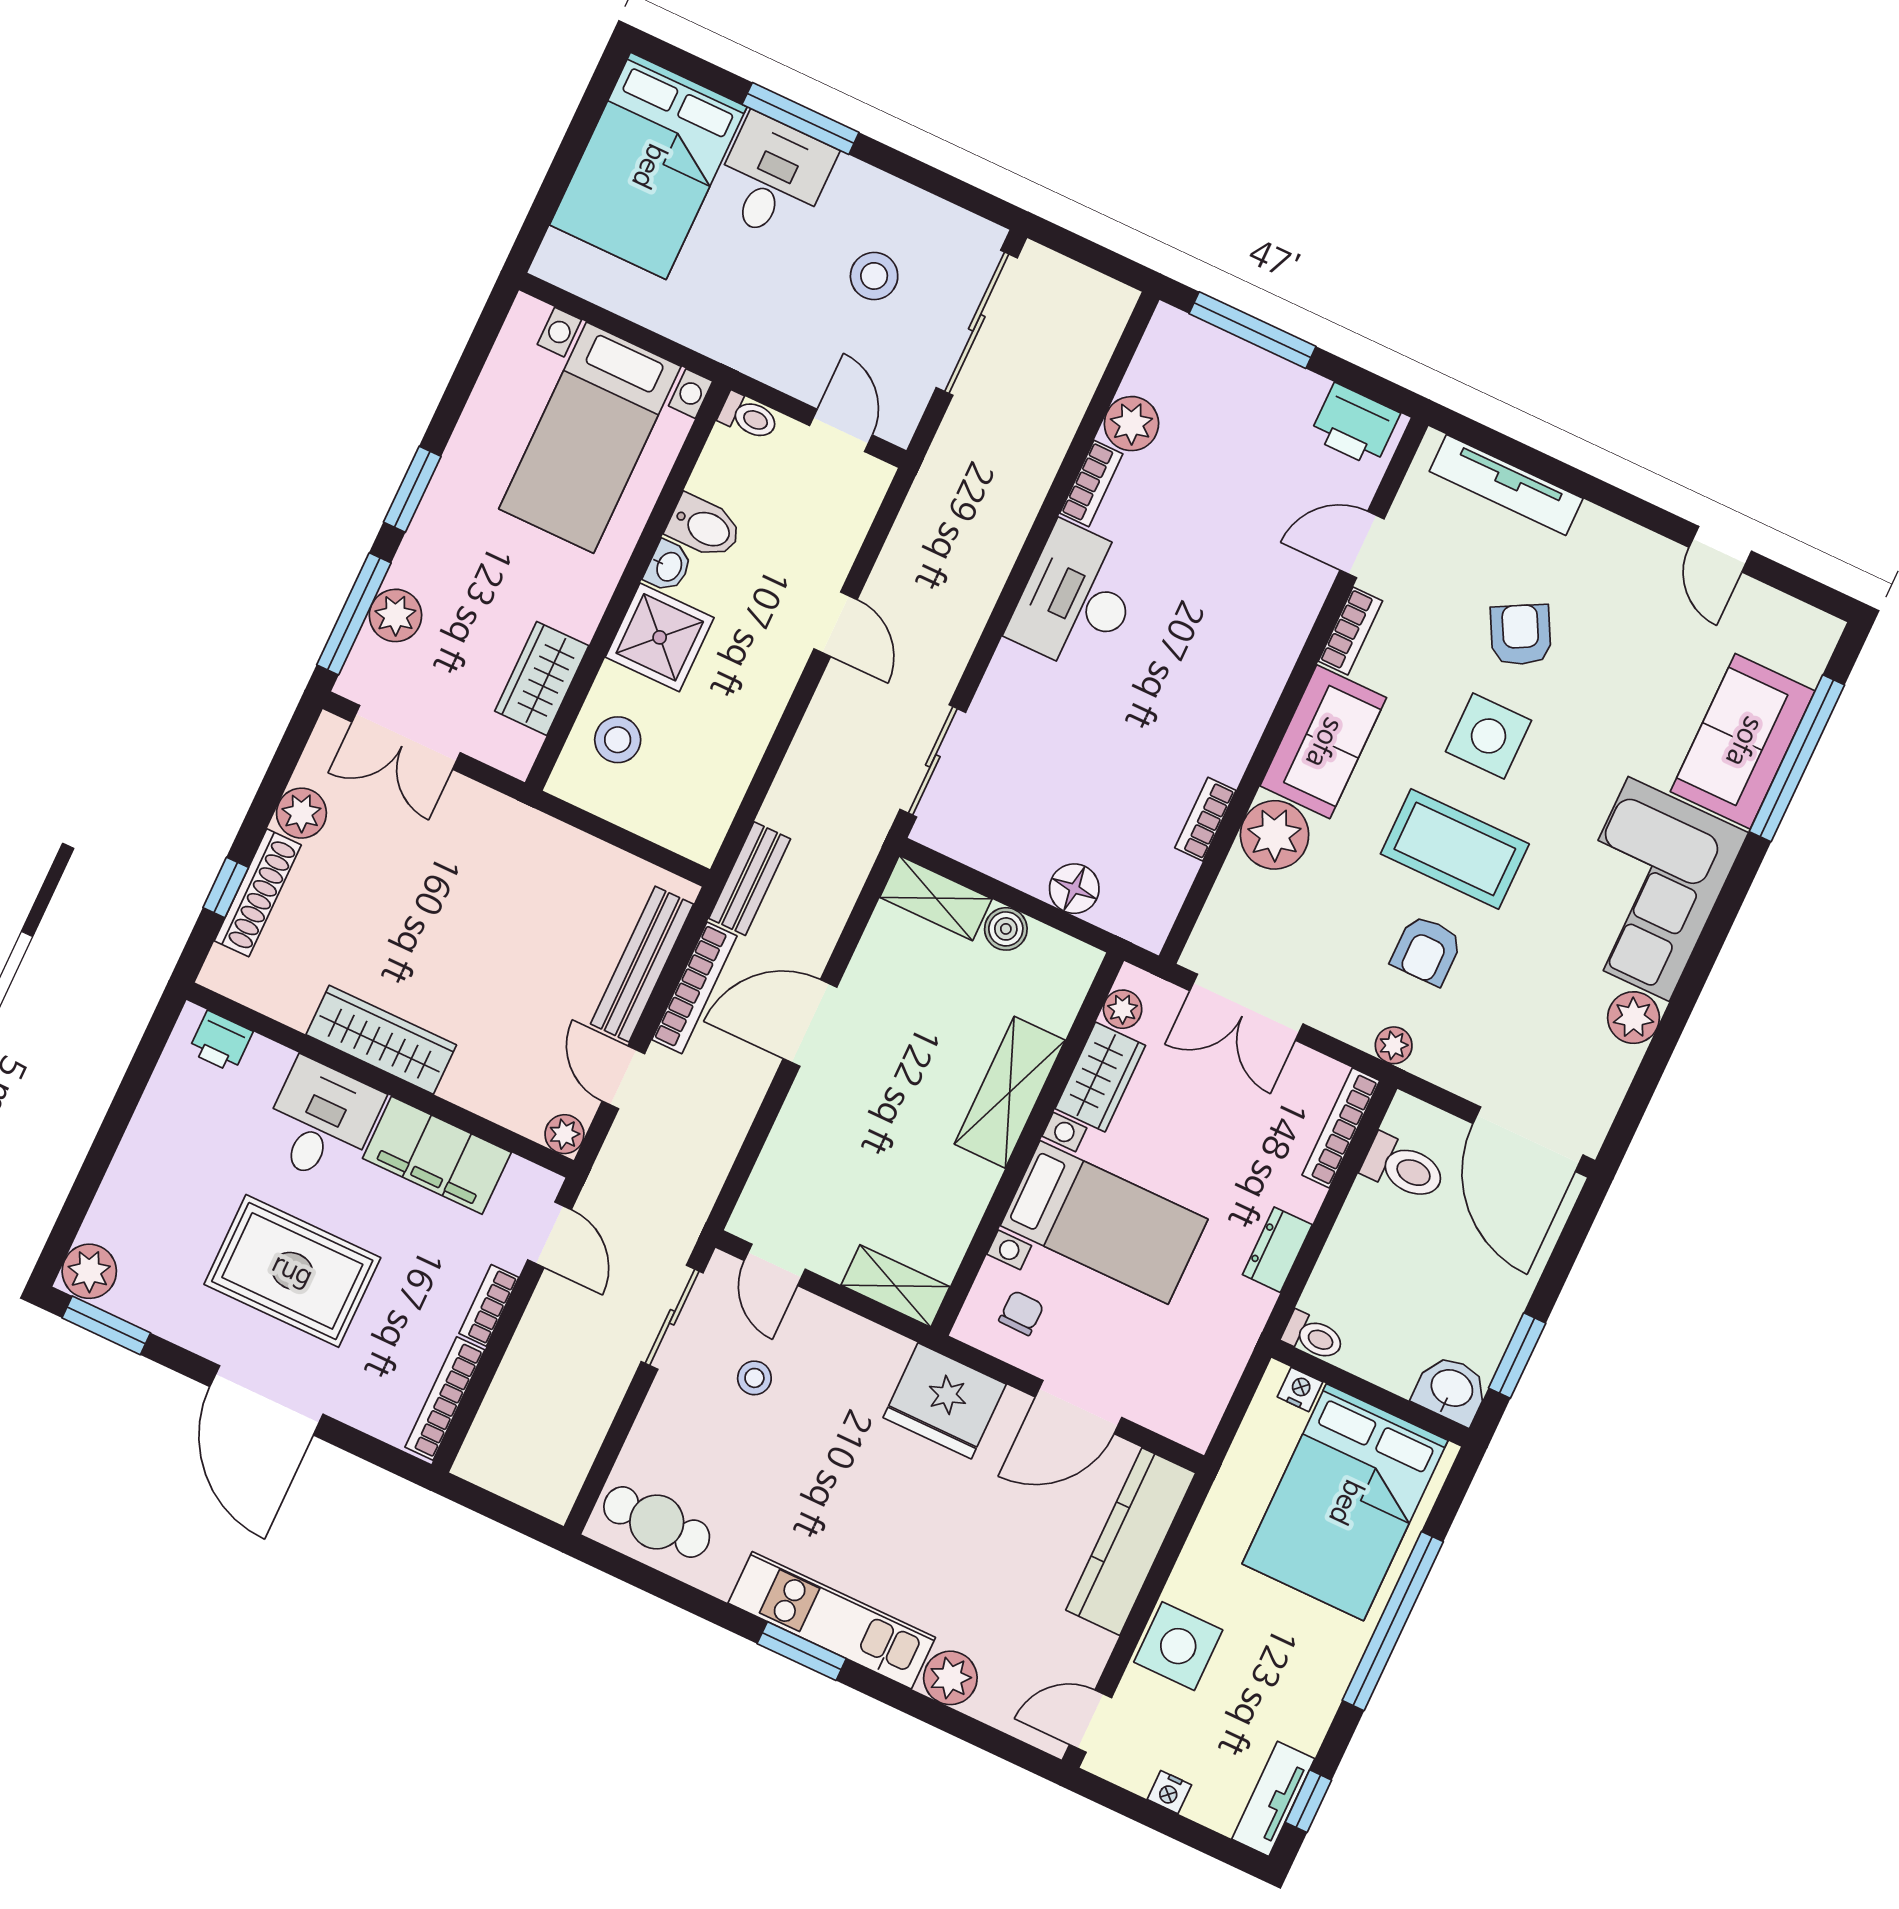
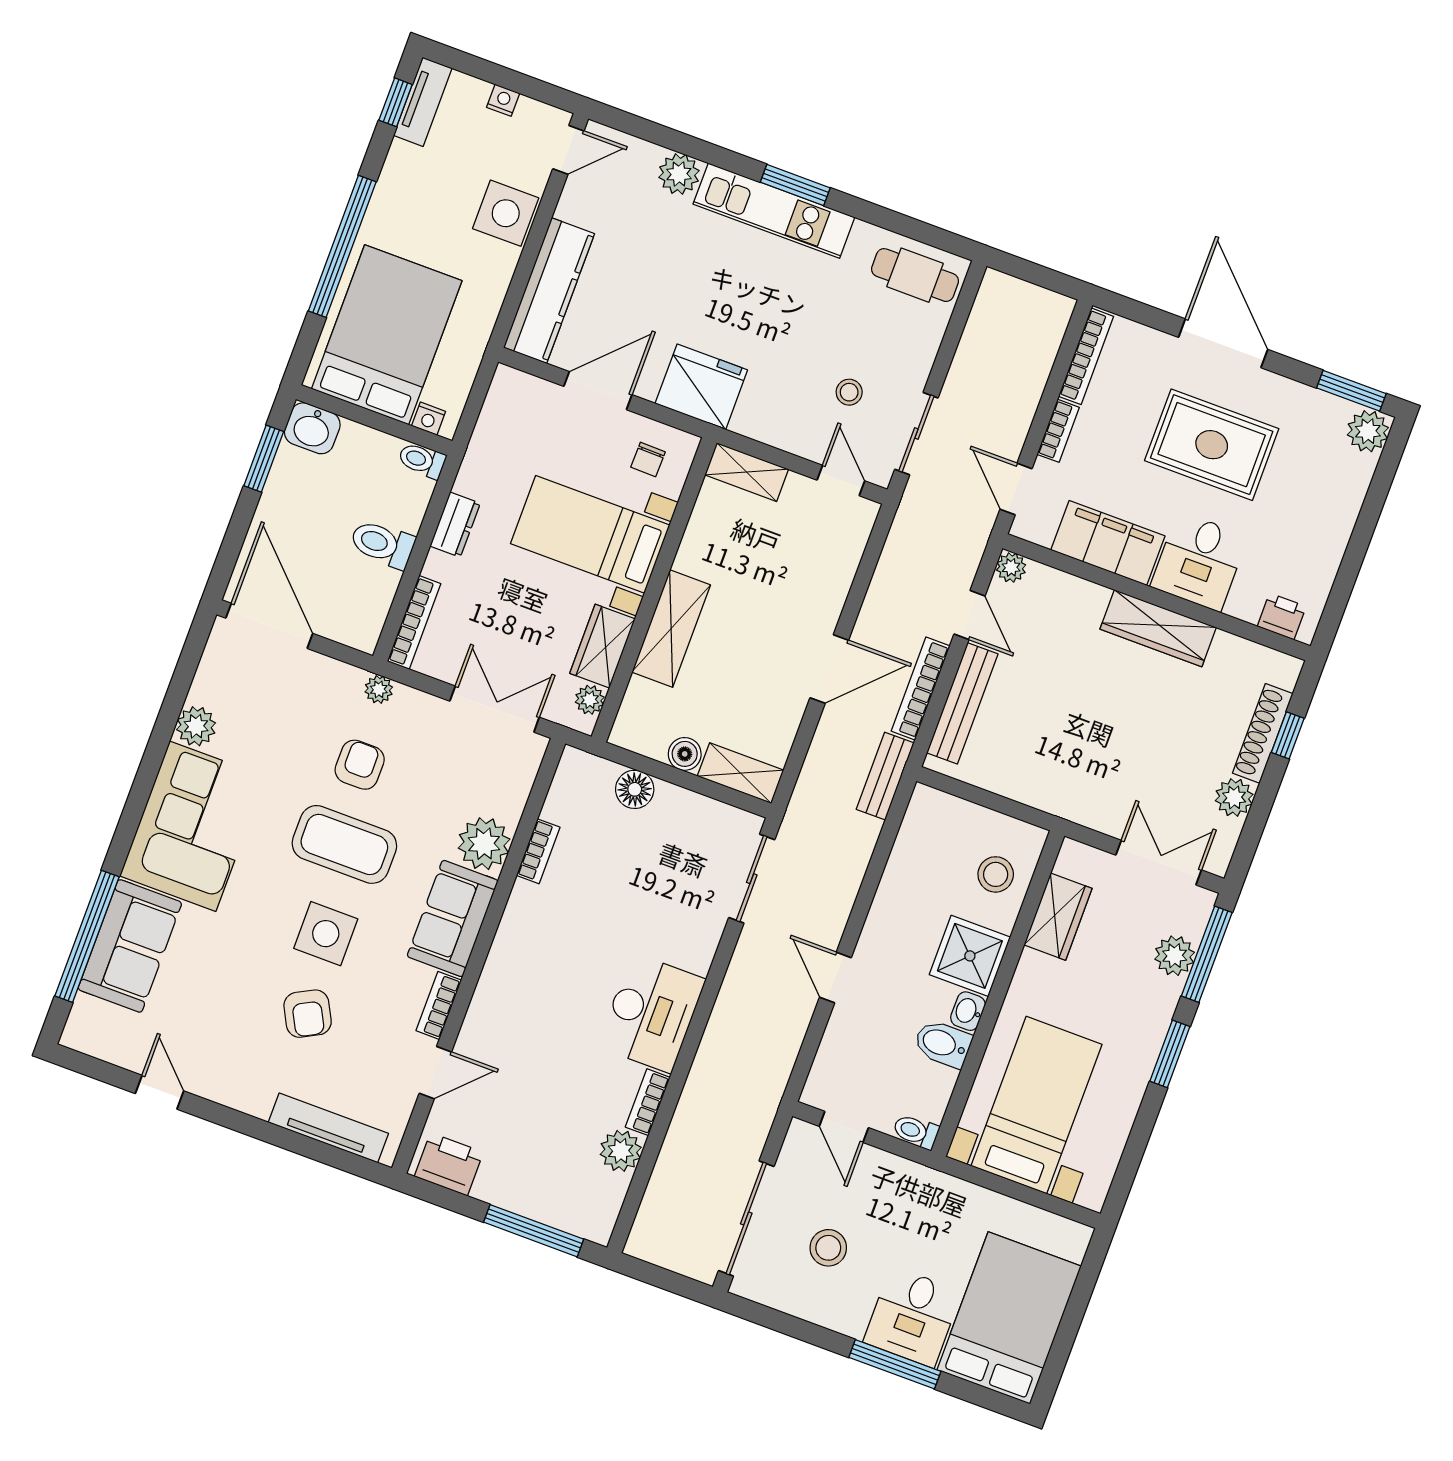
toilet: (1404, 1168) -> (382, 544), moved

